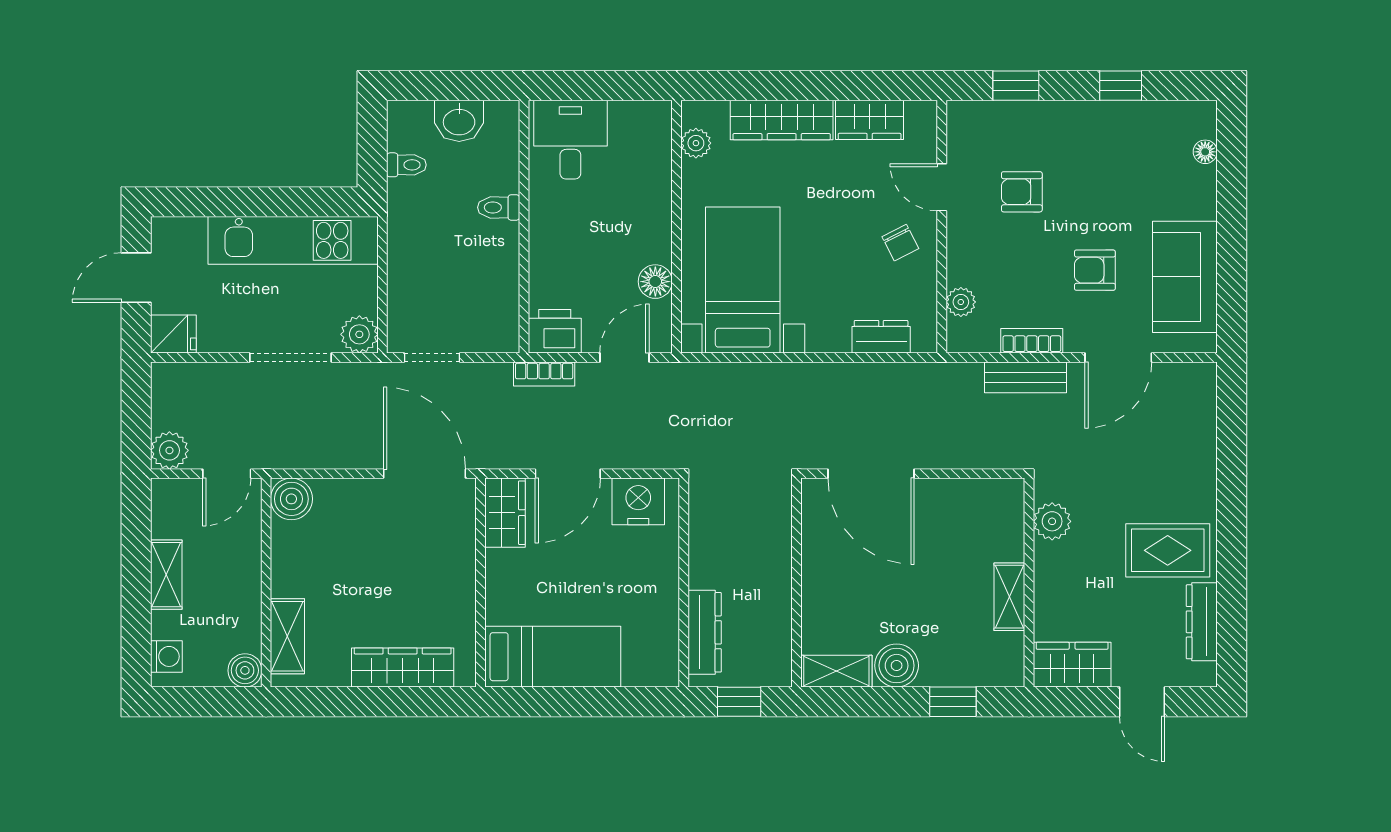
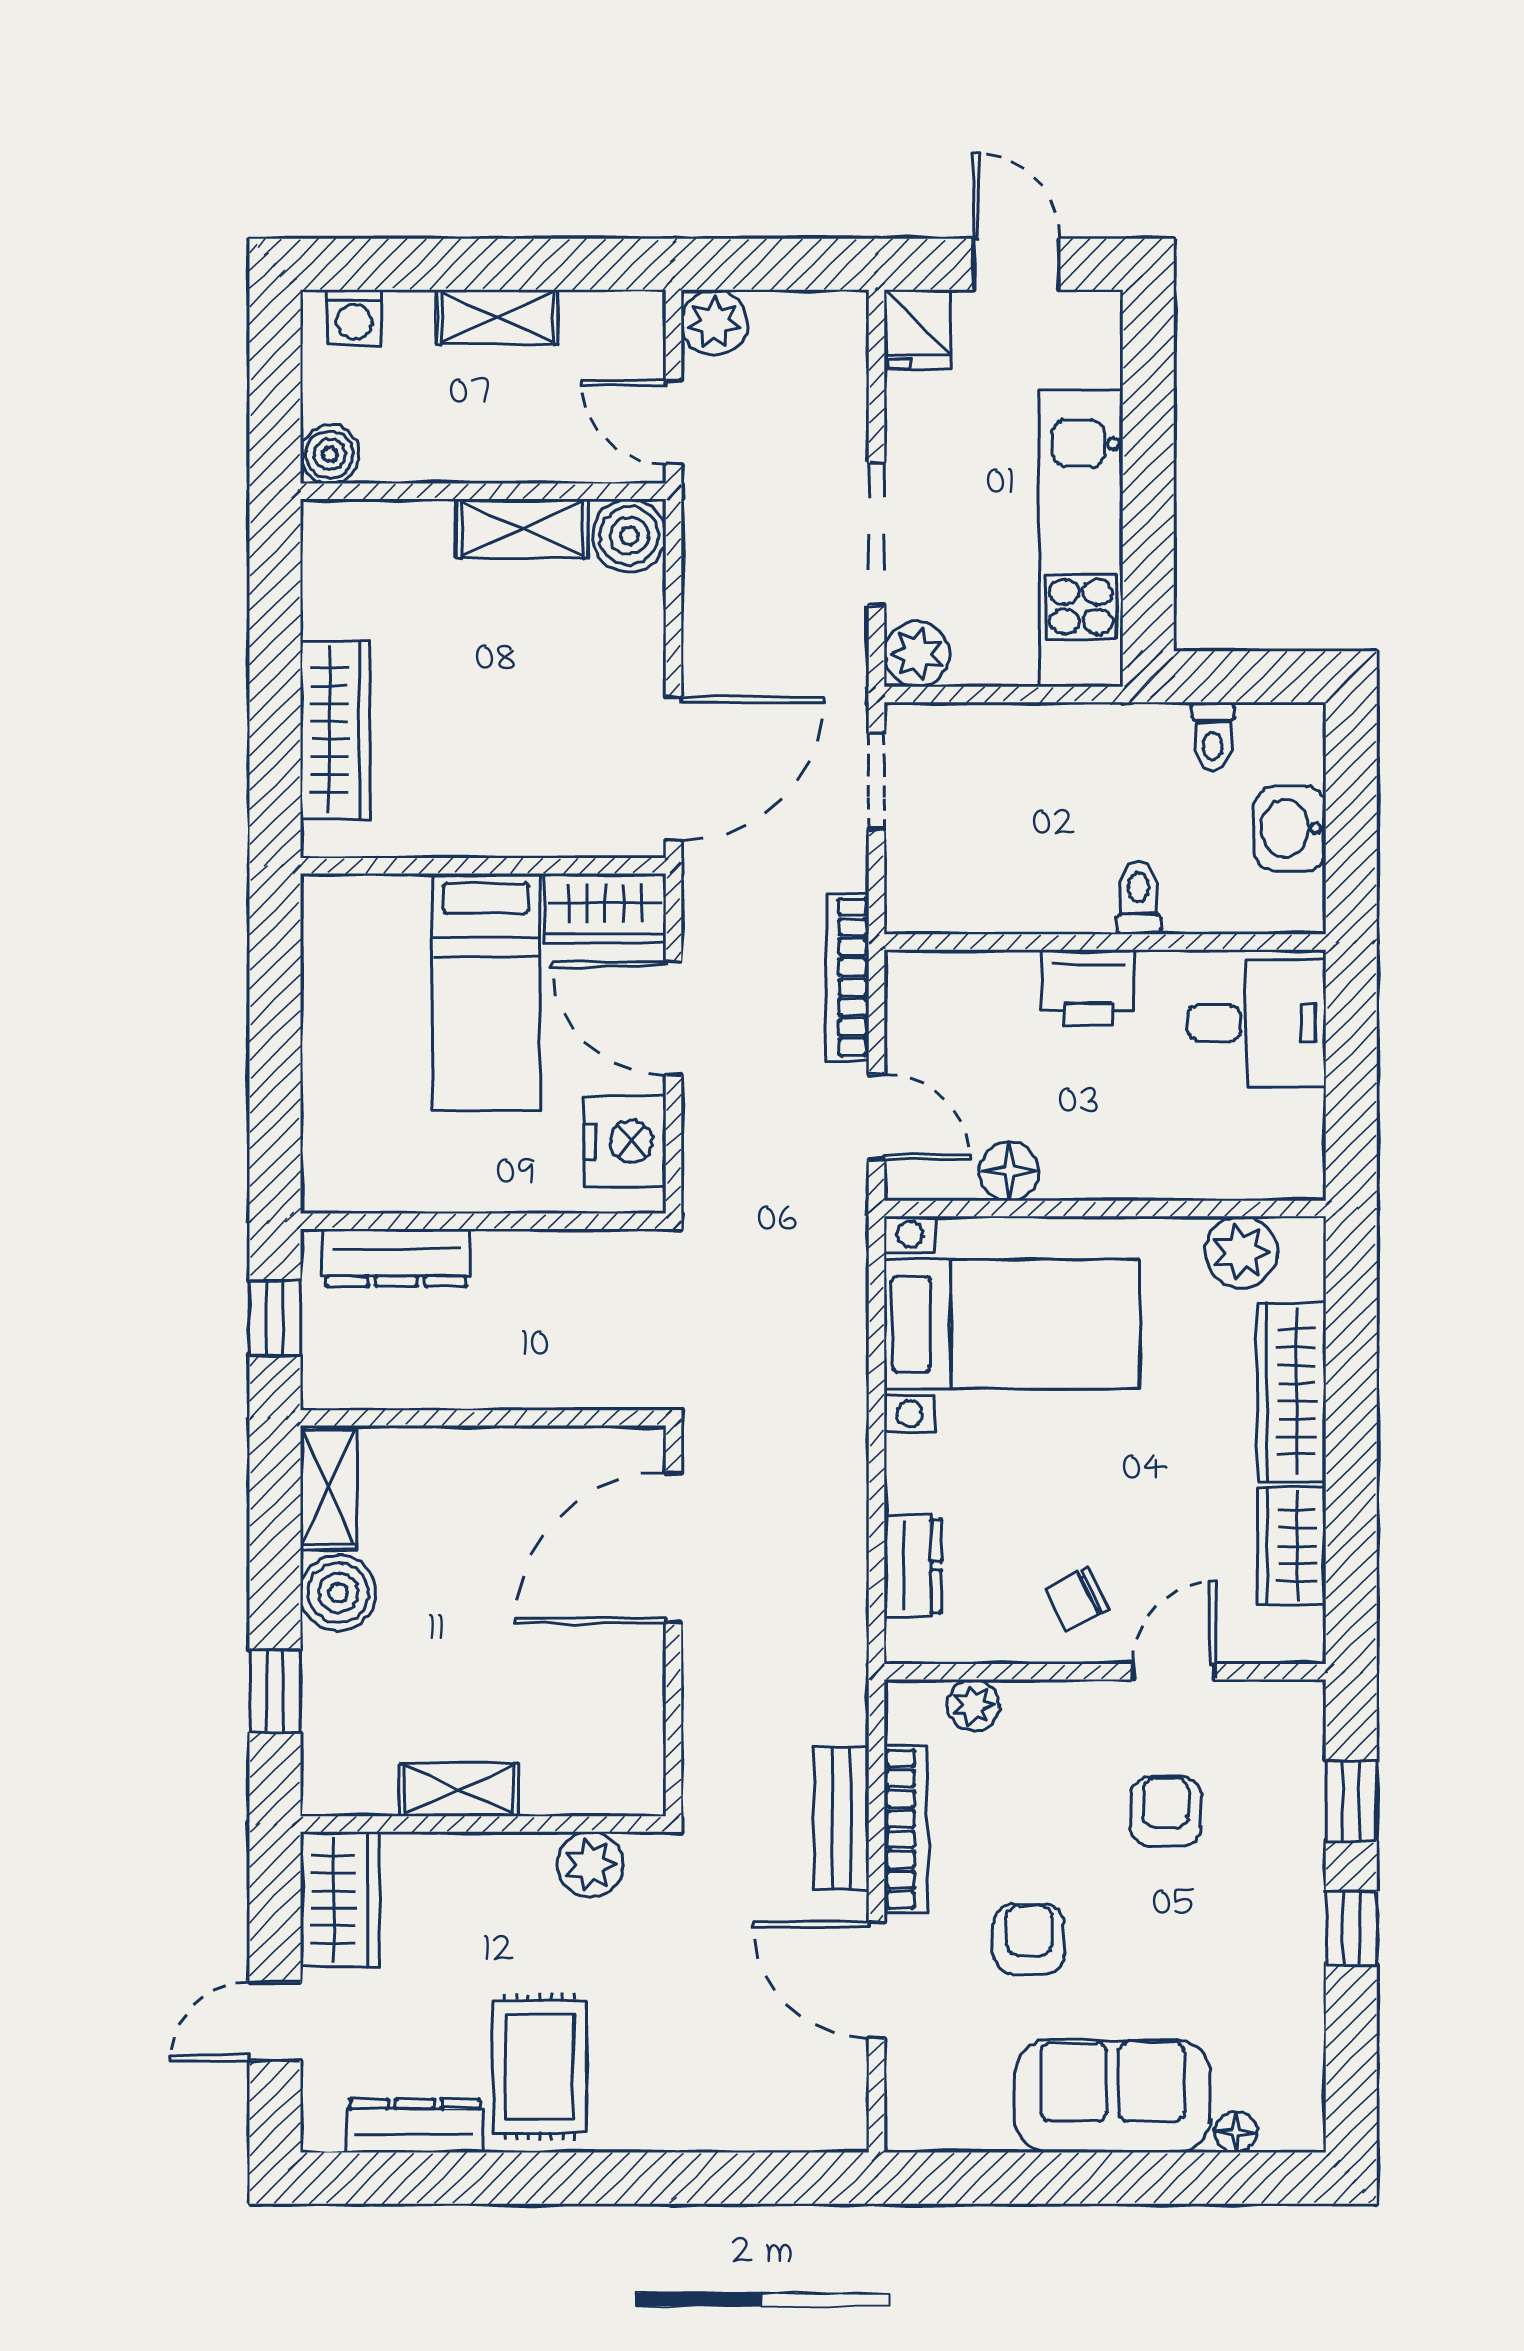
window: (1121, 86) -> (1351, 1928), moved
plant: (696, 143) -> (1241, 1252), width x1.38, depth x1.38
sofa: (1185, 277) -> (1113, 2096), moved
printer: (555, 331) -> (1088, 988), moved, turned 90
bookcase: (1032, 341) -> (906, 1829), width x1.56
bookcase: (544, 374) -> (848, 977), width x1.56
shelving: (287, 636) -> (522, 529), moved
bed: (553, 657) -> (486, 992), moved

